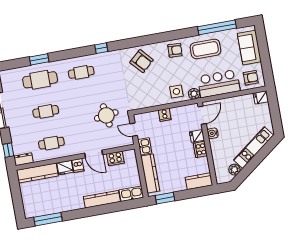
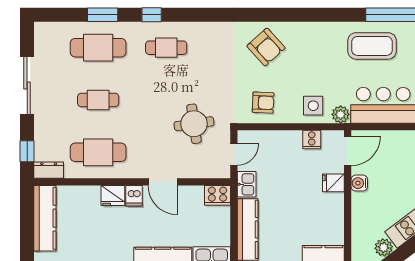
window: (101, 48) -> (152, 15), moved
armchair: (175, 50) -> (263, 103), moved
cooker: (165, 115) -> (312, 140), moved
door: (134, 130) -> (234, 155), swing flipped
cafe table: (51, 143) -> (98, 152), width x1.37, depth x1.35
cooker: (200, 149) -> (335, 205), removed
cooker: (115, 158) -> (217, 195), moved
kitchen counter: (37, 173) -> (45, 218), moved, turned -90

